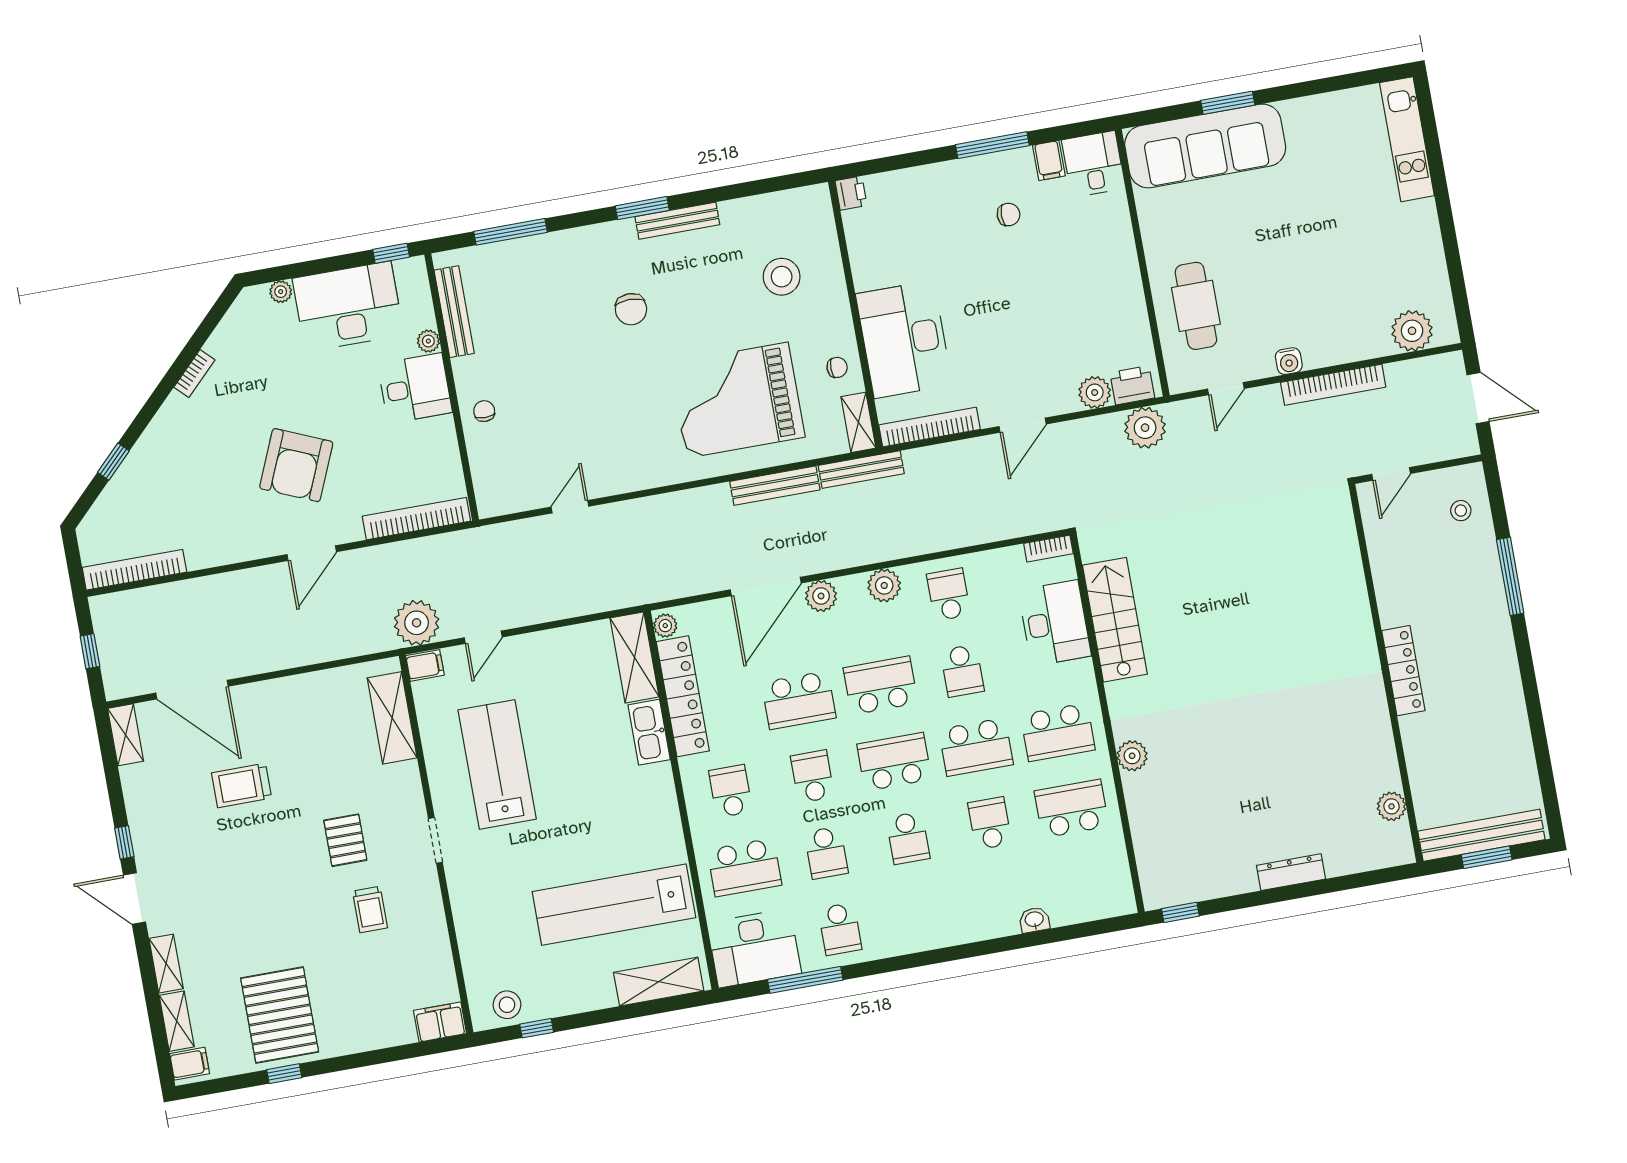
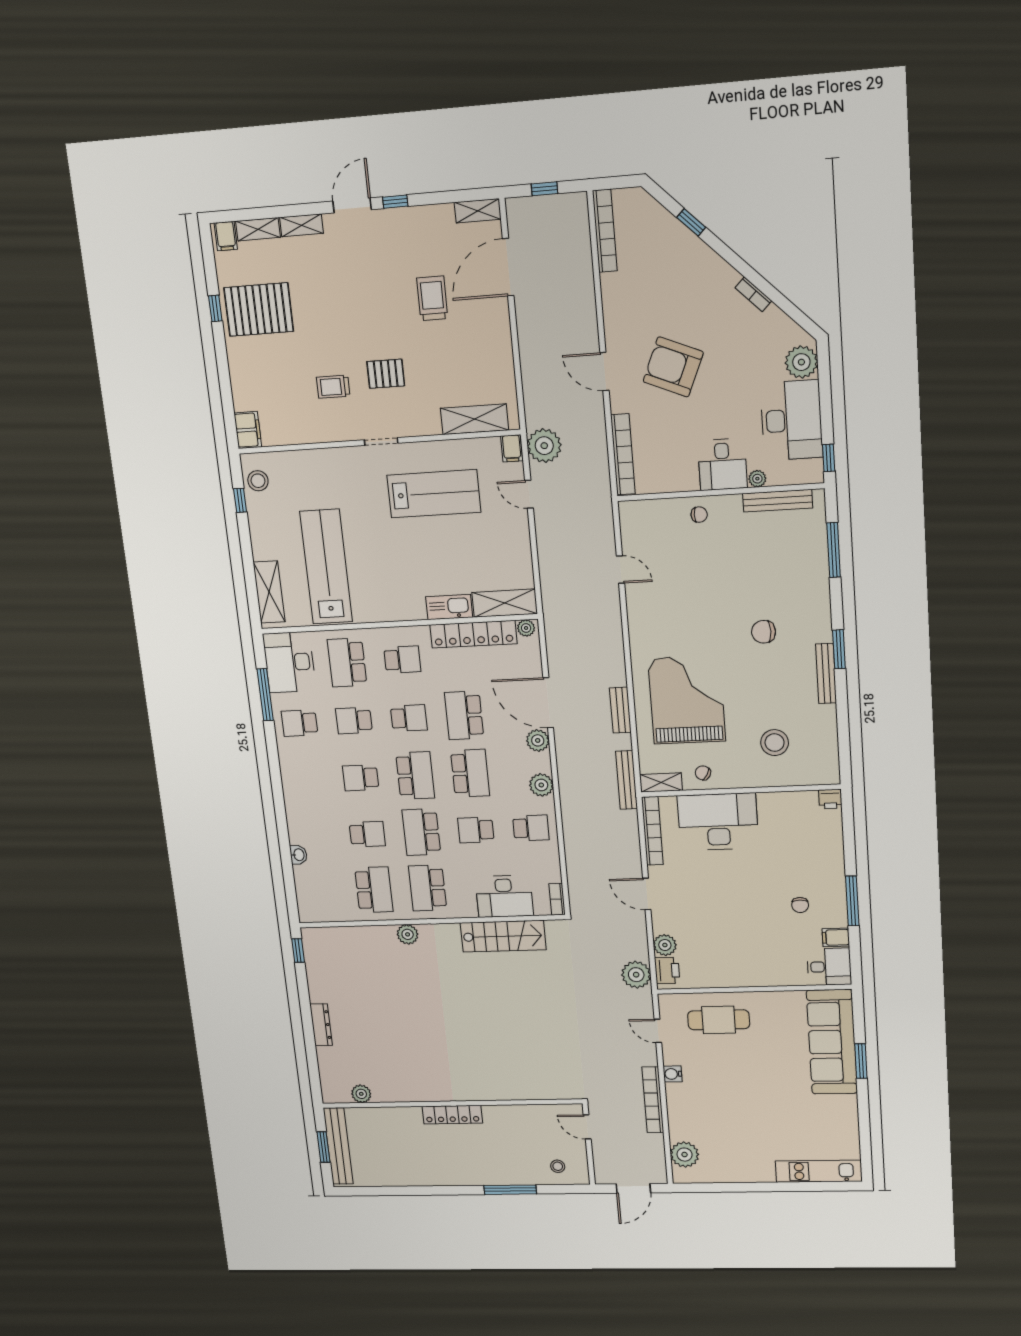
plant: (281, 292) -> (801, 362), width x1.87, depth x1.87
chair: (837, 367) -> (703, 773), turned 120
bench: (775, 486) -> (620, 710), width x0.73

